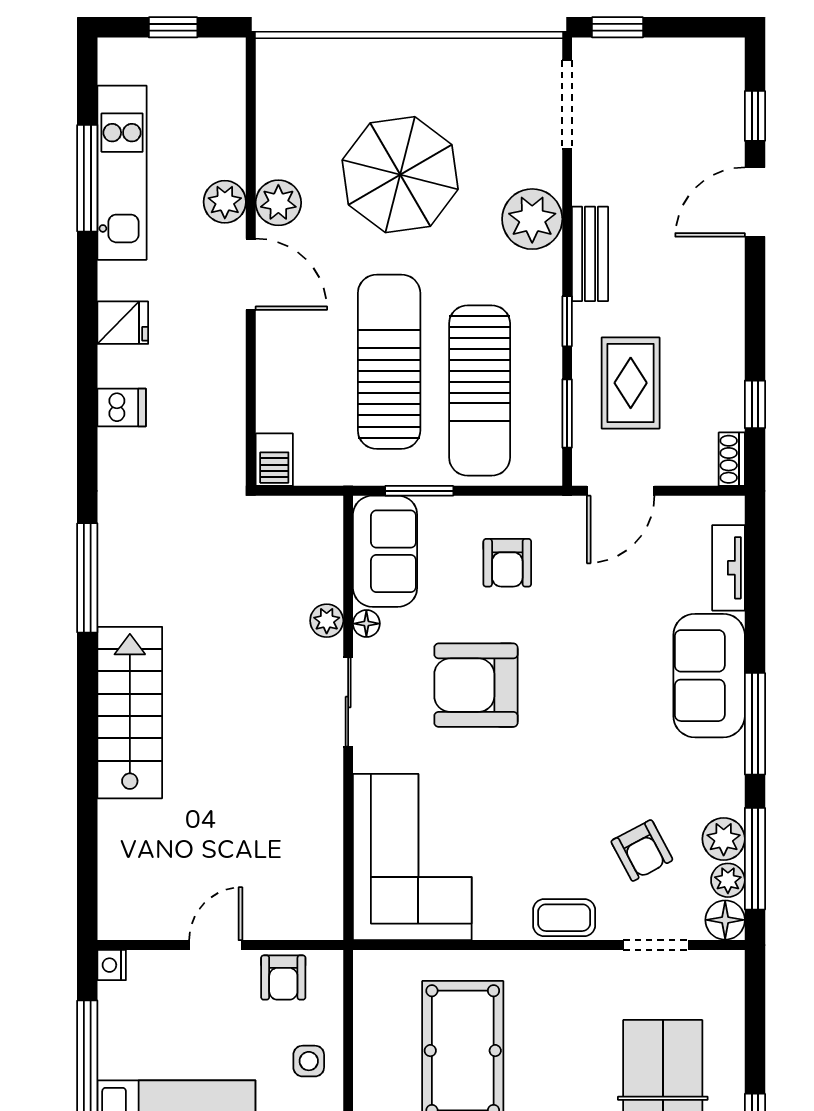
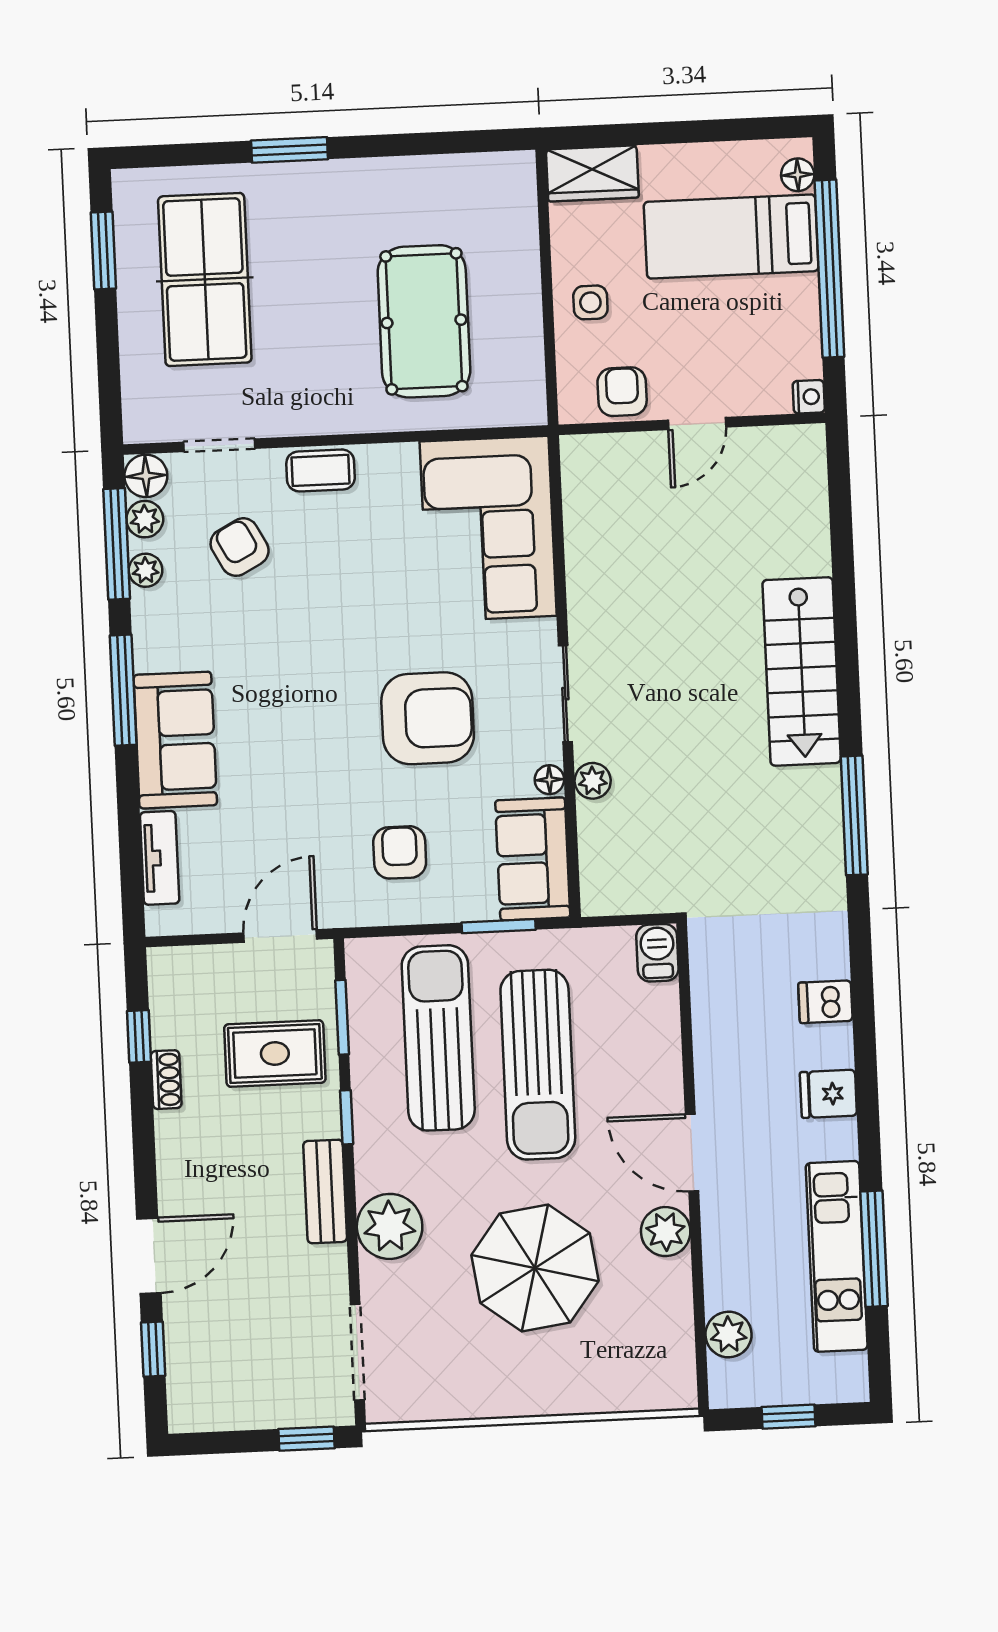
plant: (225, 202) -> (728, 1334), moved
rug: (631, 383) -> (275, 1053), turned 90
shoe rack: (732, 459) -> (166, 1080), moved
plant: (724, 839) -> (146, 570), width x0.73, depth x0.73

